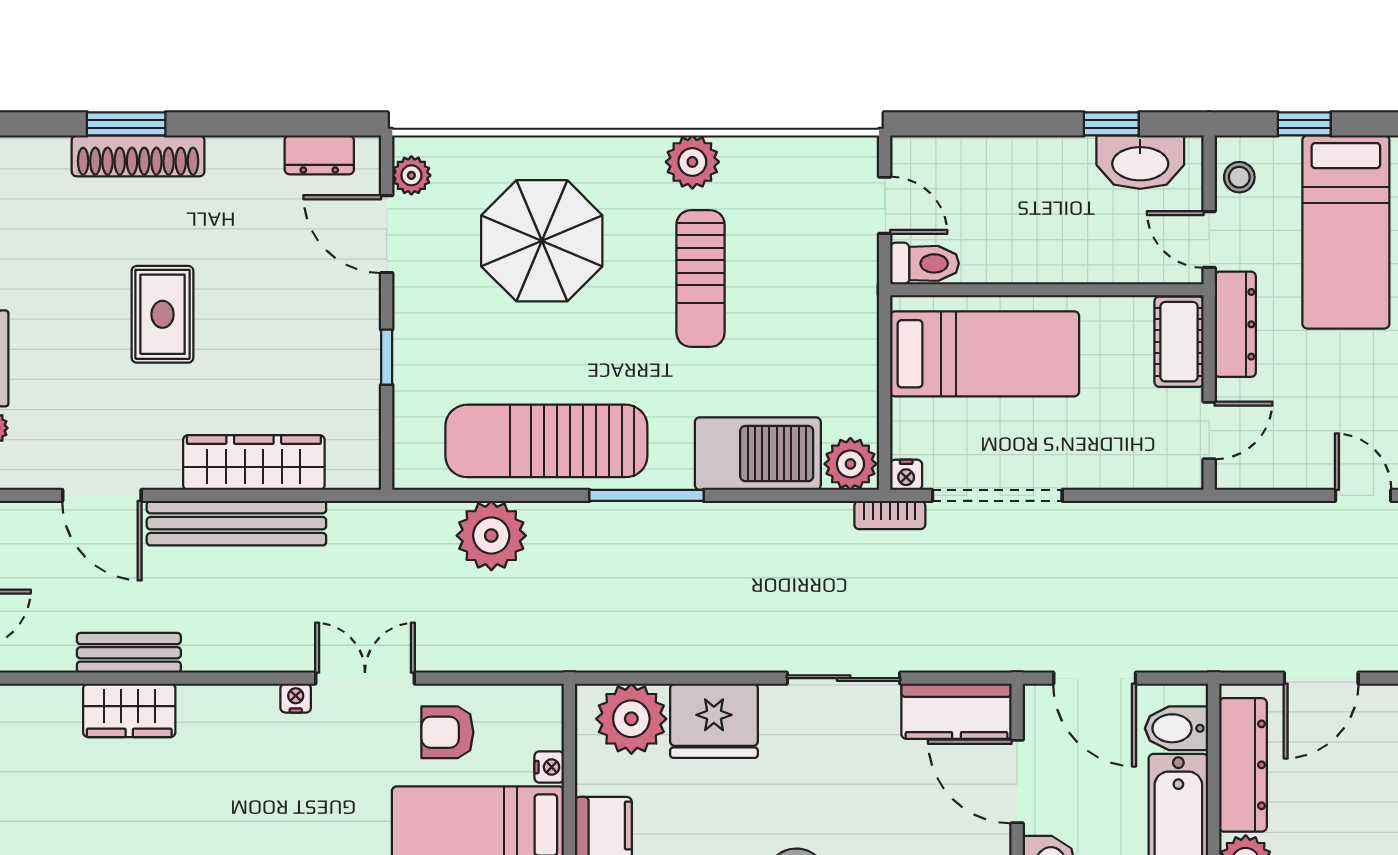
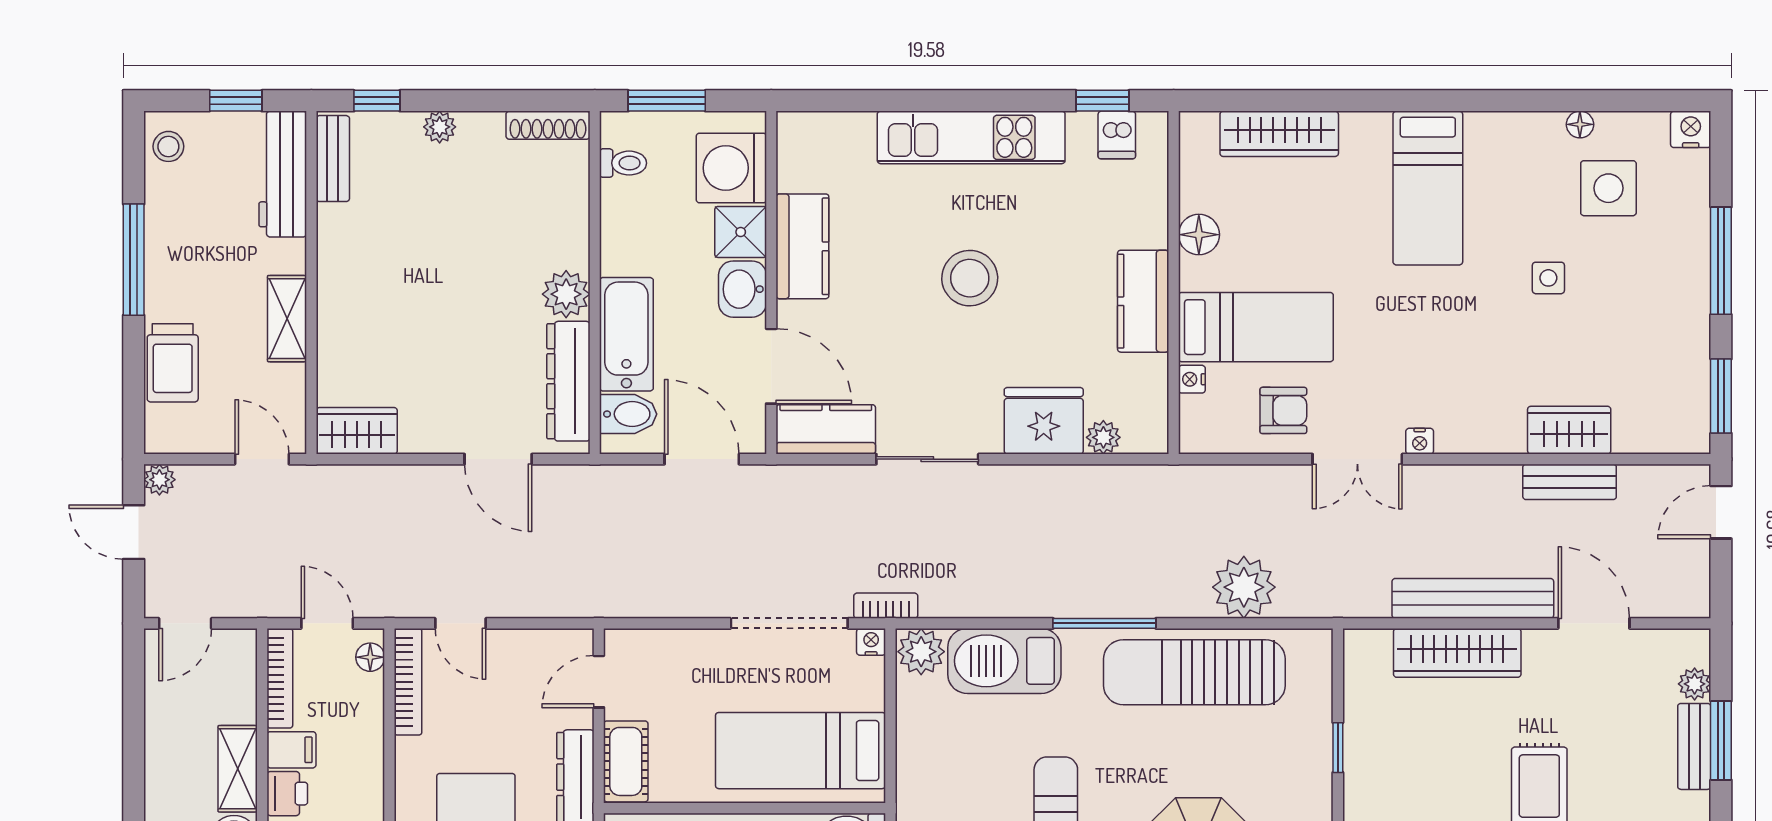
sun lounger: (546, 441) -> (1194, 672), turned 180
door: (1321, 678) -> (498, 459), swing flipped
plant: (631, 719) -> (1103, 437), width x0.53, depth x0.53

